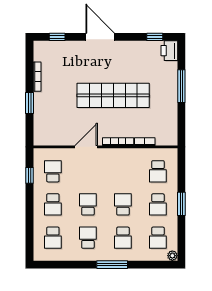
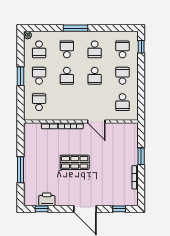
printer: (169, 51) -> (47, 199), moved, turned -90
shop shelf: (113, 95) -> (75, 162), width x0.50, depth x0.74
door: (86, 147) -> (96, 122), hinge flipped
window: (30, 175) -> (141, 47), moved
school desk: (158, 238) -> (39, 49), turned 180

